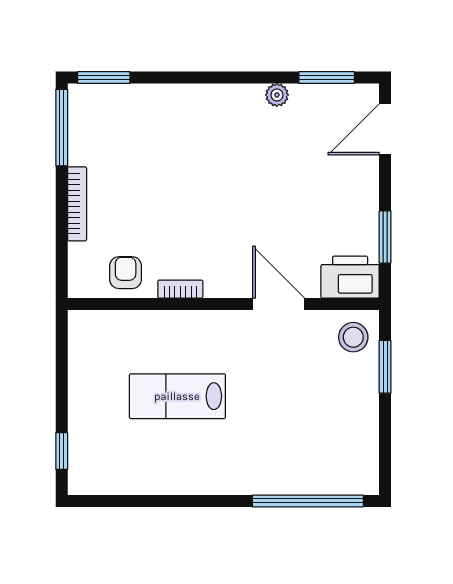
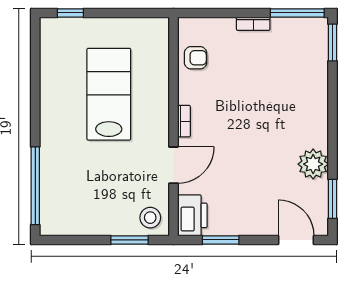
plant: (277, 95) -> (313, 164), width x1.88, depth x1.88
bookcase: (77, 204) -> (253, 24), width x0.64
bookcase: (180, 289) -> (184, 121), moved
lab bench: (177, 396) -> (109, 94), width x1.36, depth x1.39

